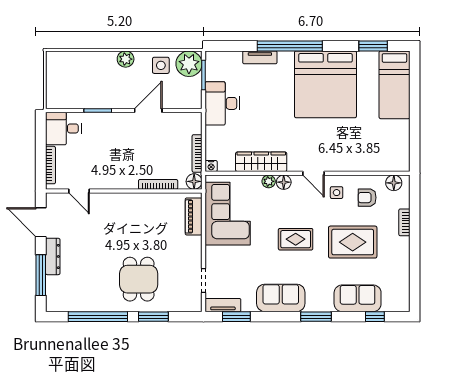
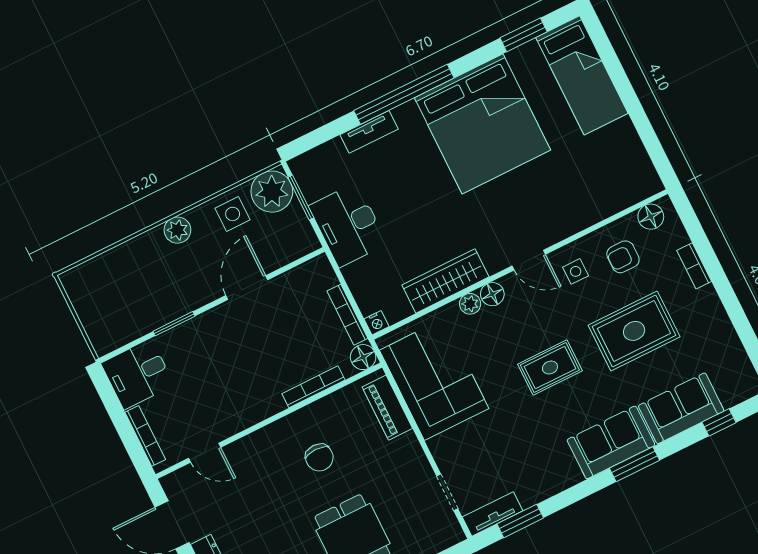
chair: (142, 225) -> (319, 457), added
sofa: (281, 298) -> (611, 442), moved

